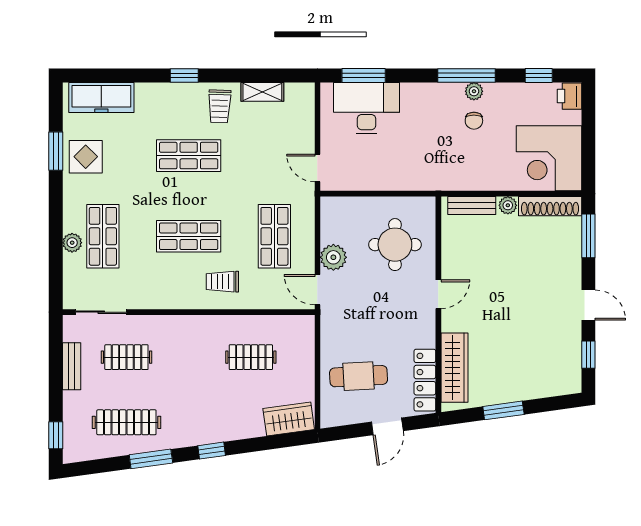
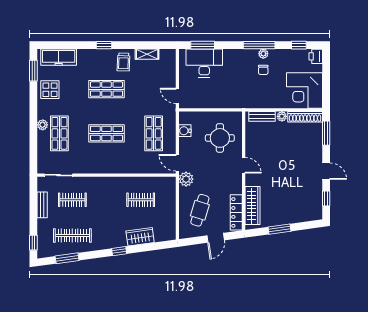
window: (56, 151) -> (33, 71), moved
water cooler: (331, 231) -> (185, 131), added
plant: (72, 243) -> (43, 125), moved
plant: (333, 257) -> (186, 179), moved
trolley: (222, 282) -> (125, 158), removed
door: (438, 294) -> (244, 165), hinge flipped
cafe table: (359, 376) -> (200, 210), turned -70
wardrobe: (289, 419) -> (140, 237), moved
window: (151, 459) -> (67, 258), moved

